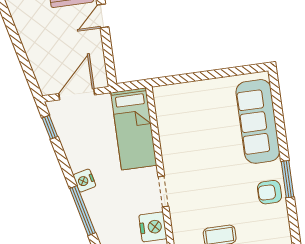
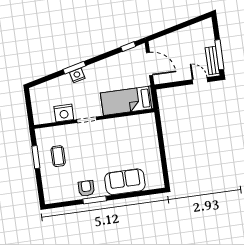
sofa: (258, 121) -> (125, 182), width x0.73
nightstand: (84, 181) -> (77, 75), moved
window: (83, 211) -> (74, 68), width x0.69

